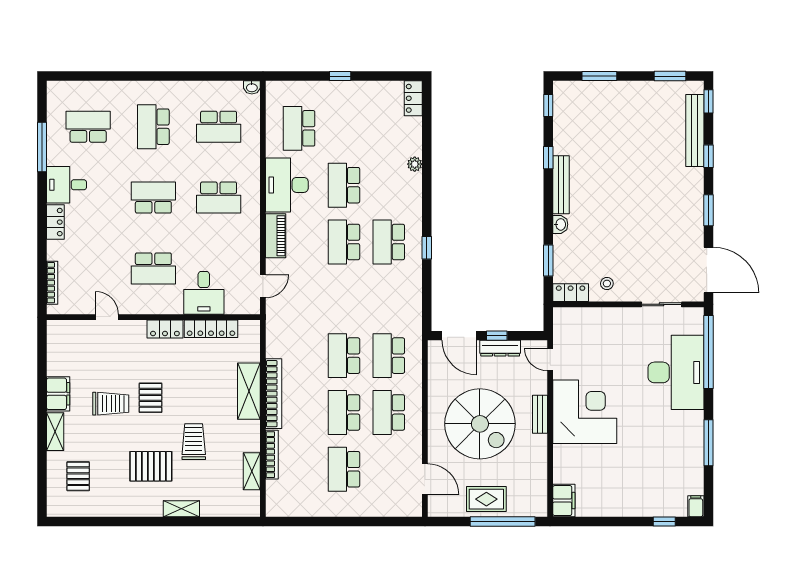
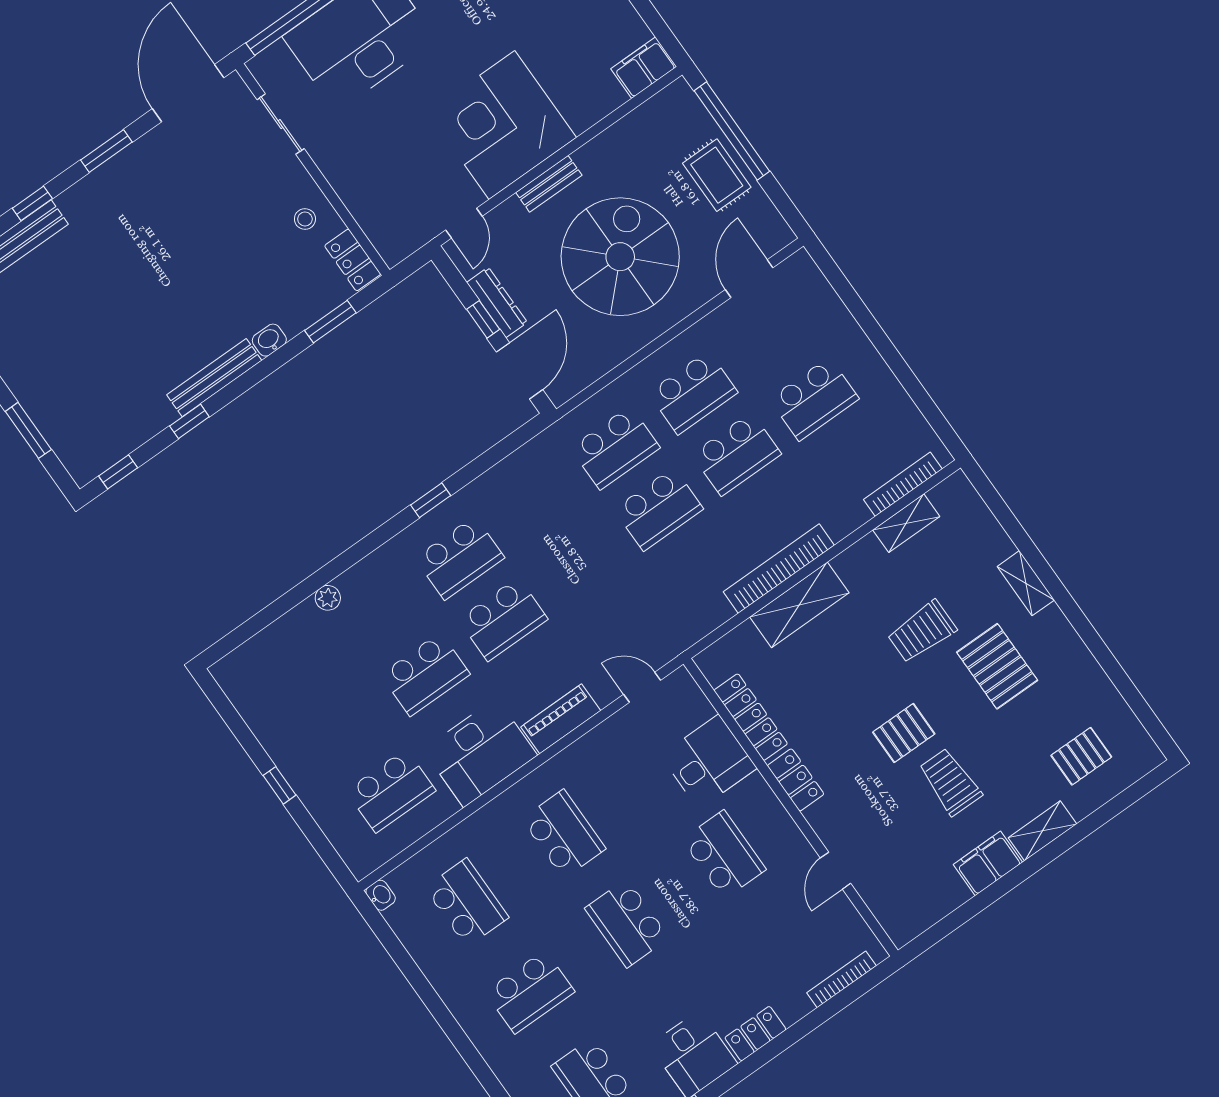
locker: (413, 98) -> (239, 664), removed
bookcase: (272, 455) -> (903, 484), moved

